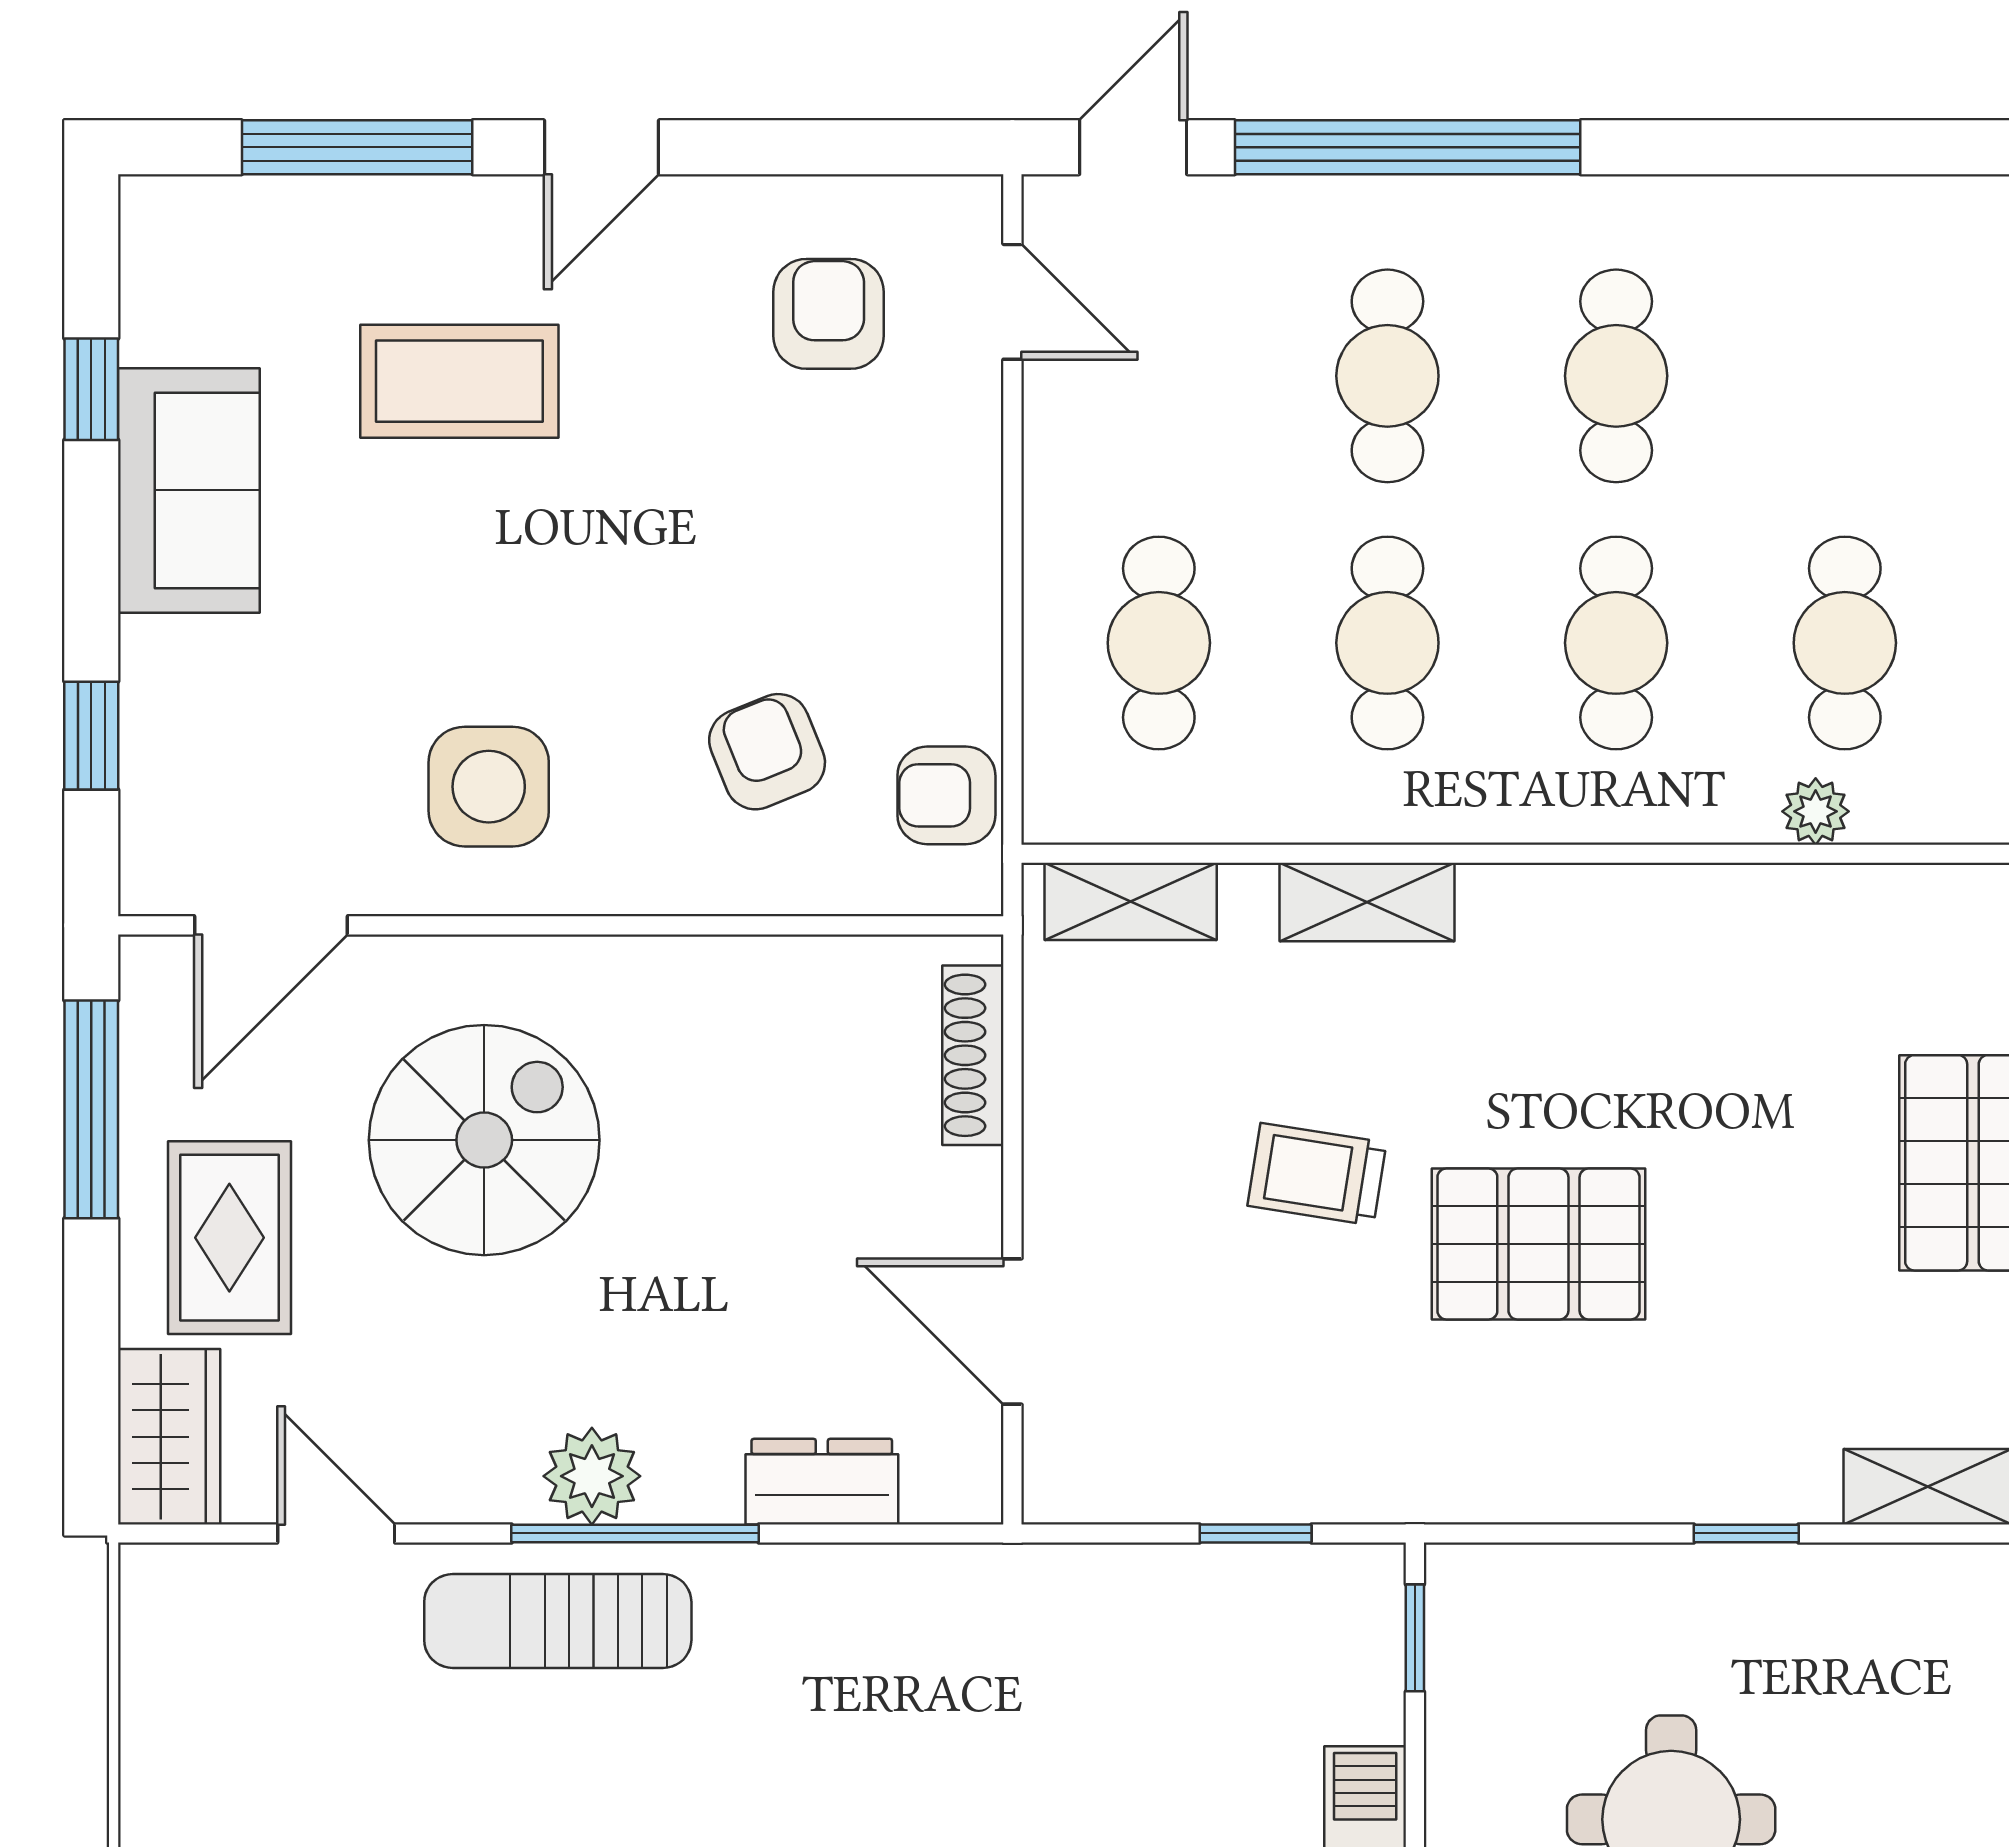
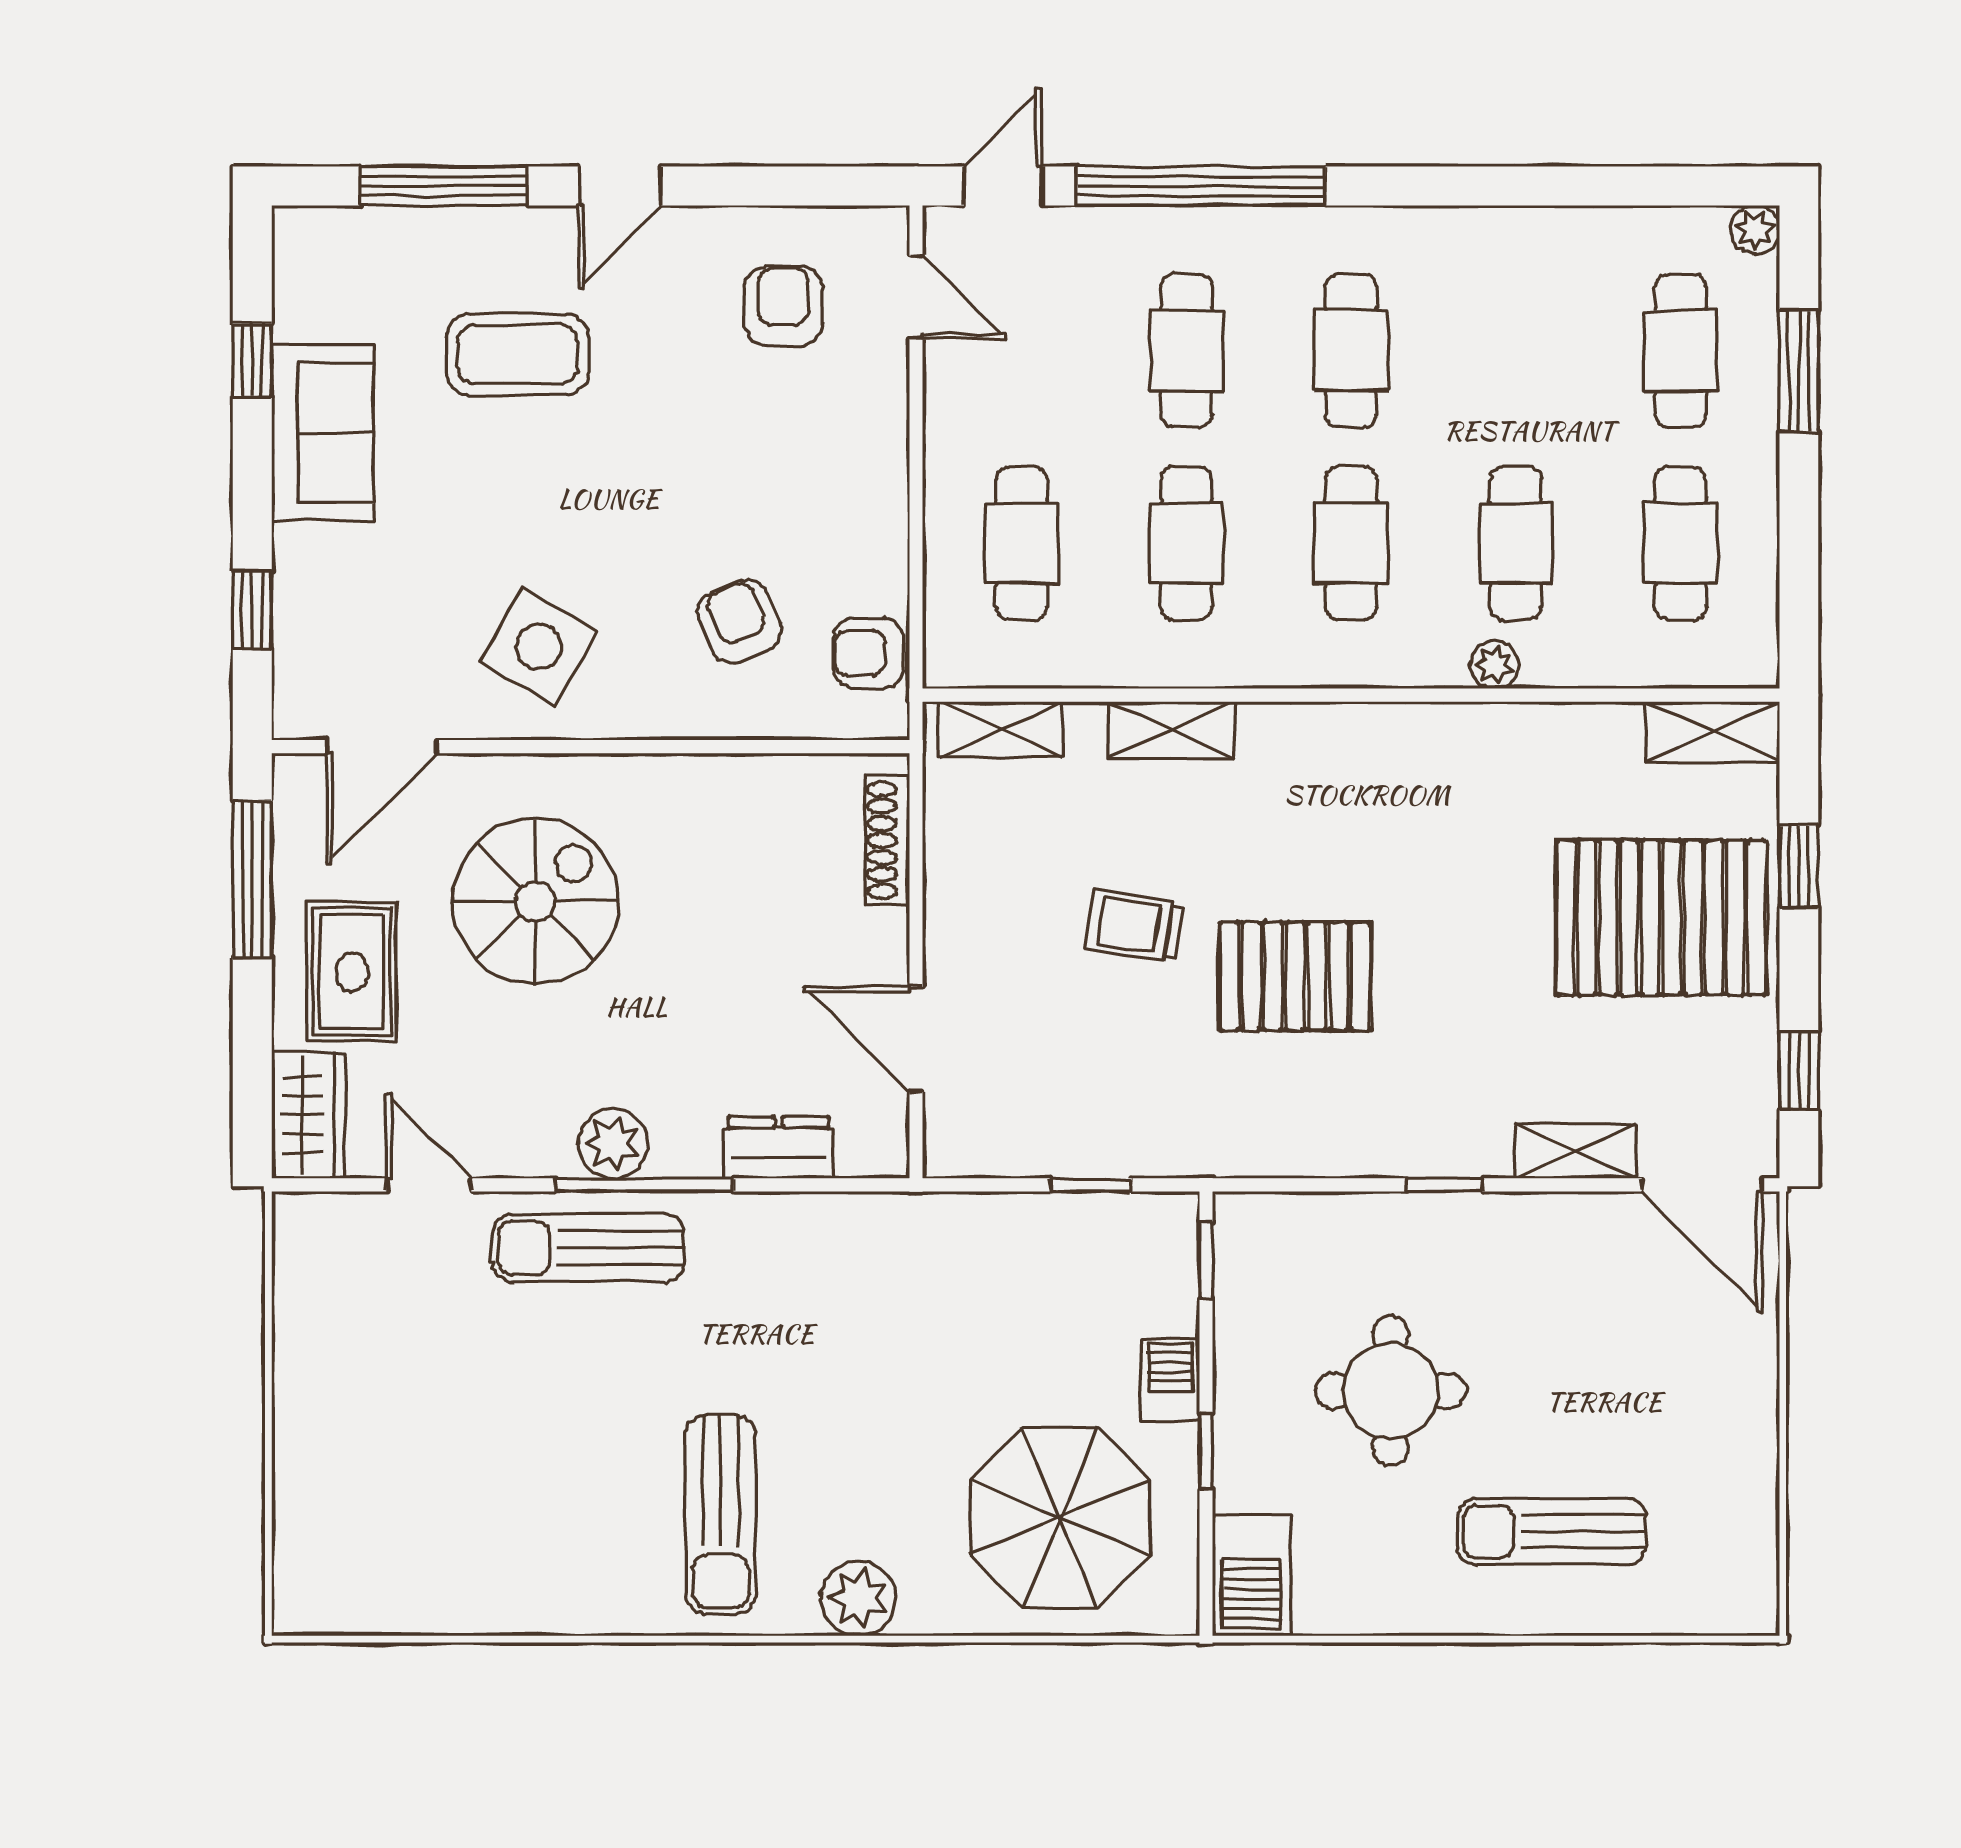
side table: (489, 787) -> (539, 647), turned 30

